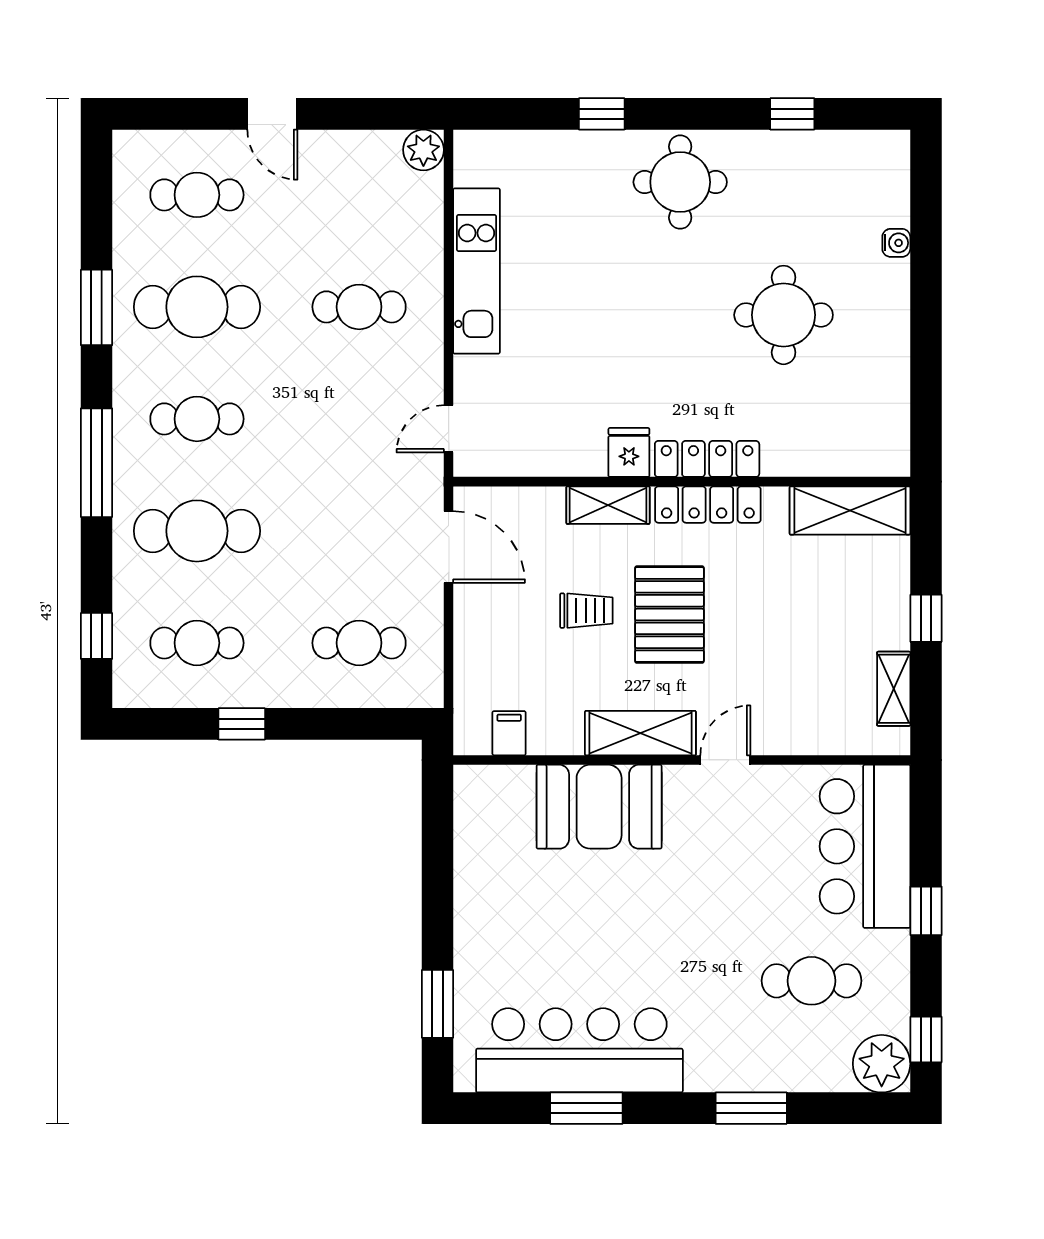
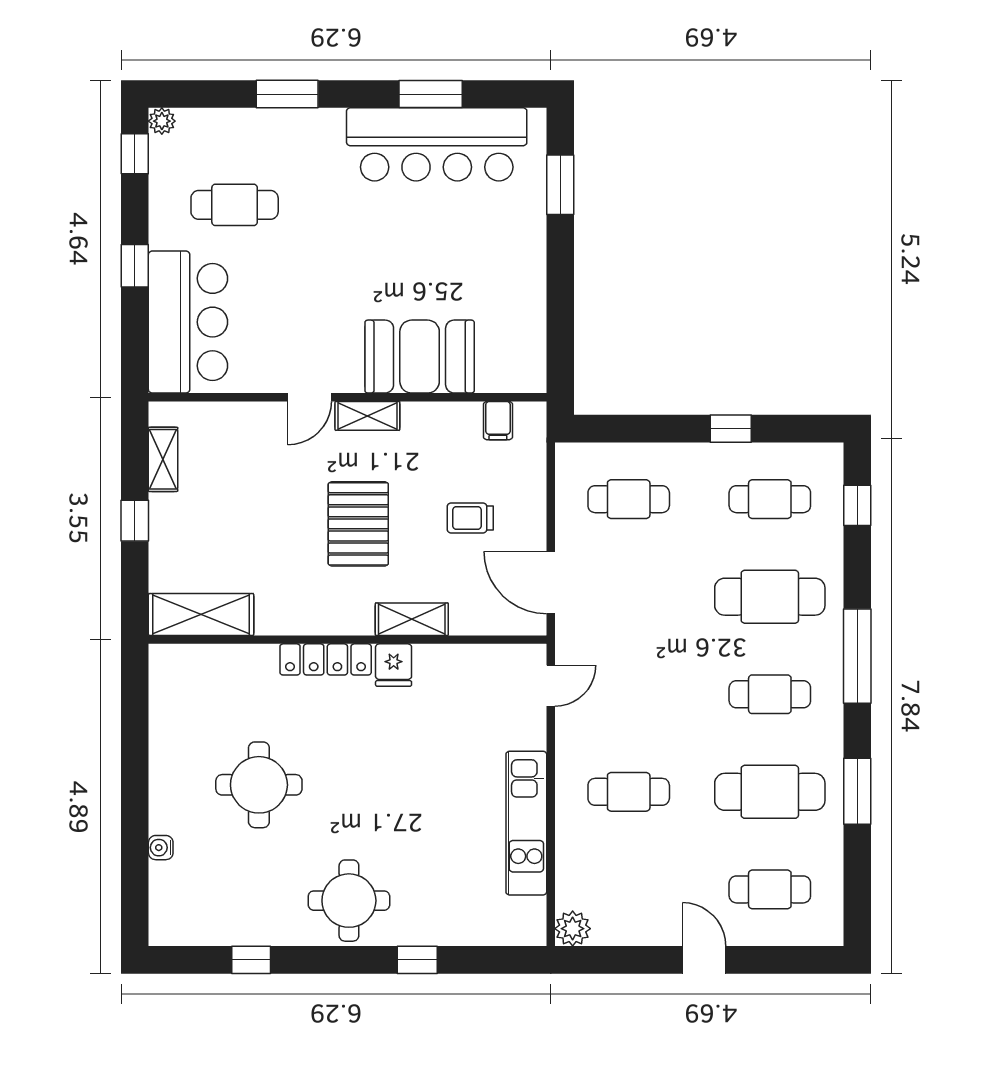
locker: (708, 505) -> (325, 620), removed
trolley: (586, 611) -> (470, 518), moved
shelving: (640, 733) -> (367, 416), width x0.67, depth x0.75
plant: (882, 1064) -> (162, 121), width x0.53, depth x0.53

